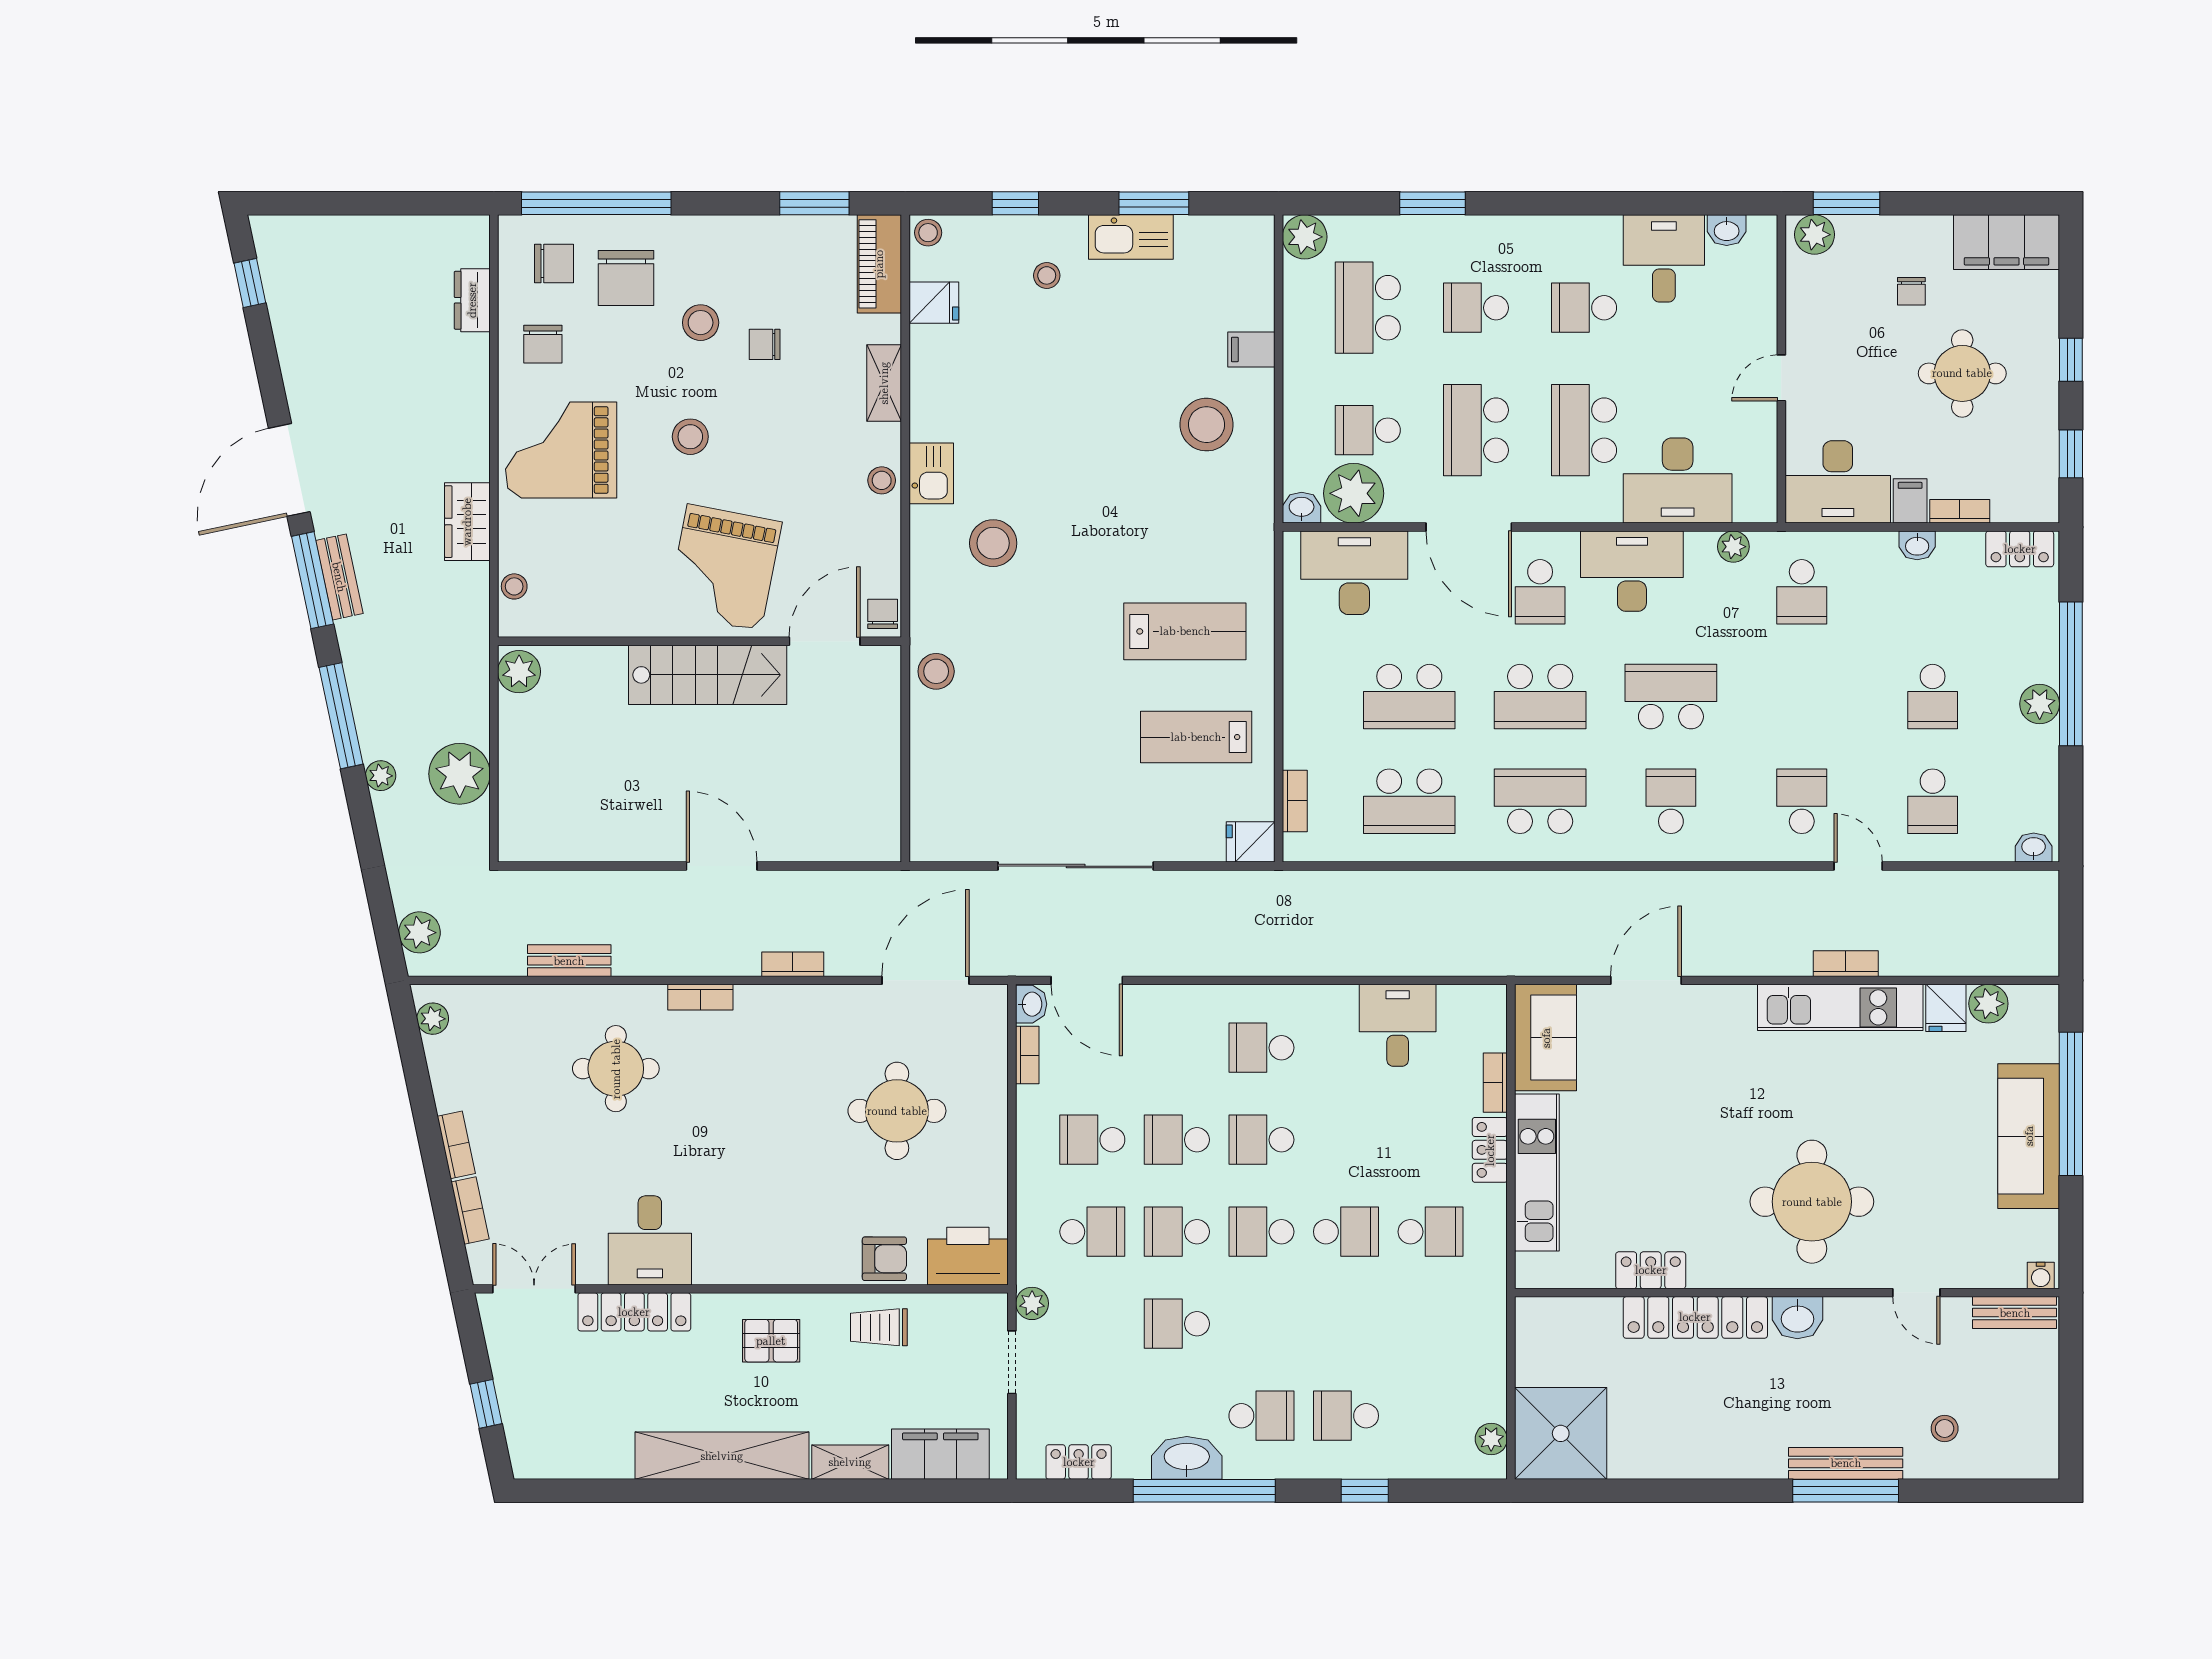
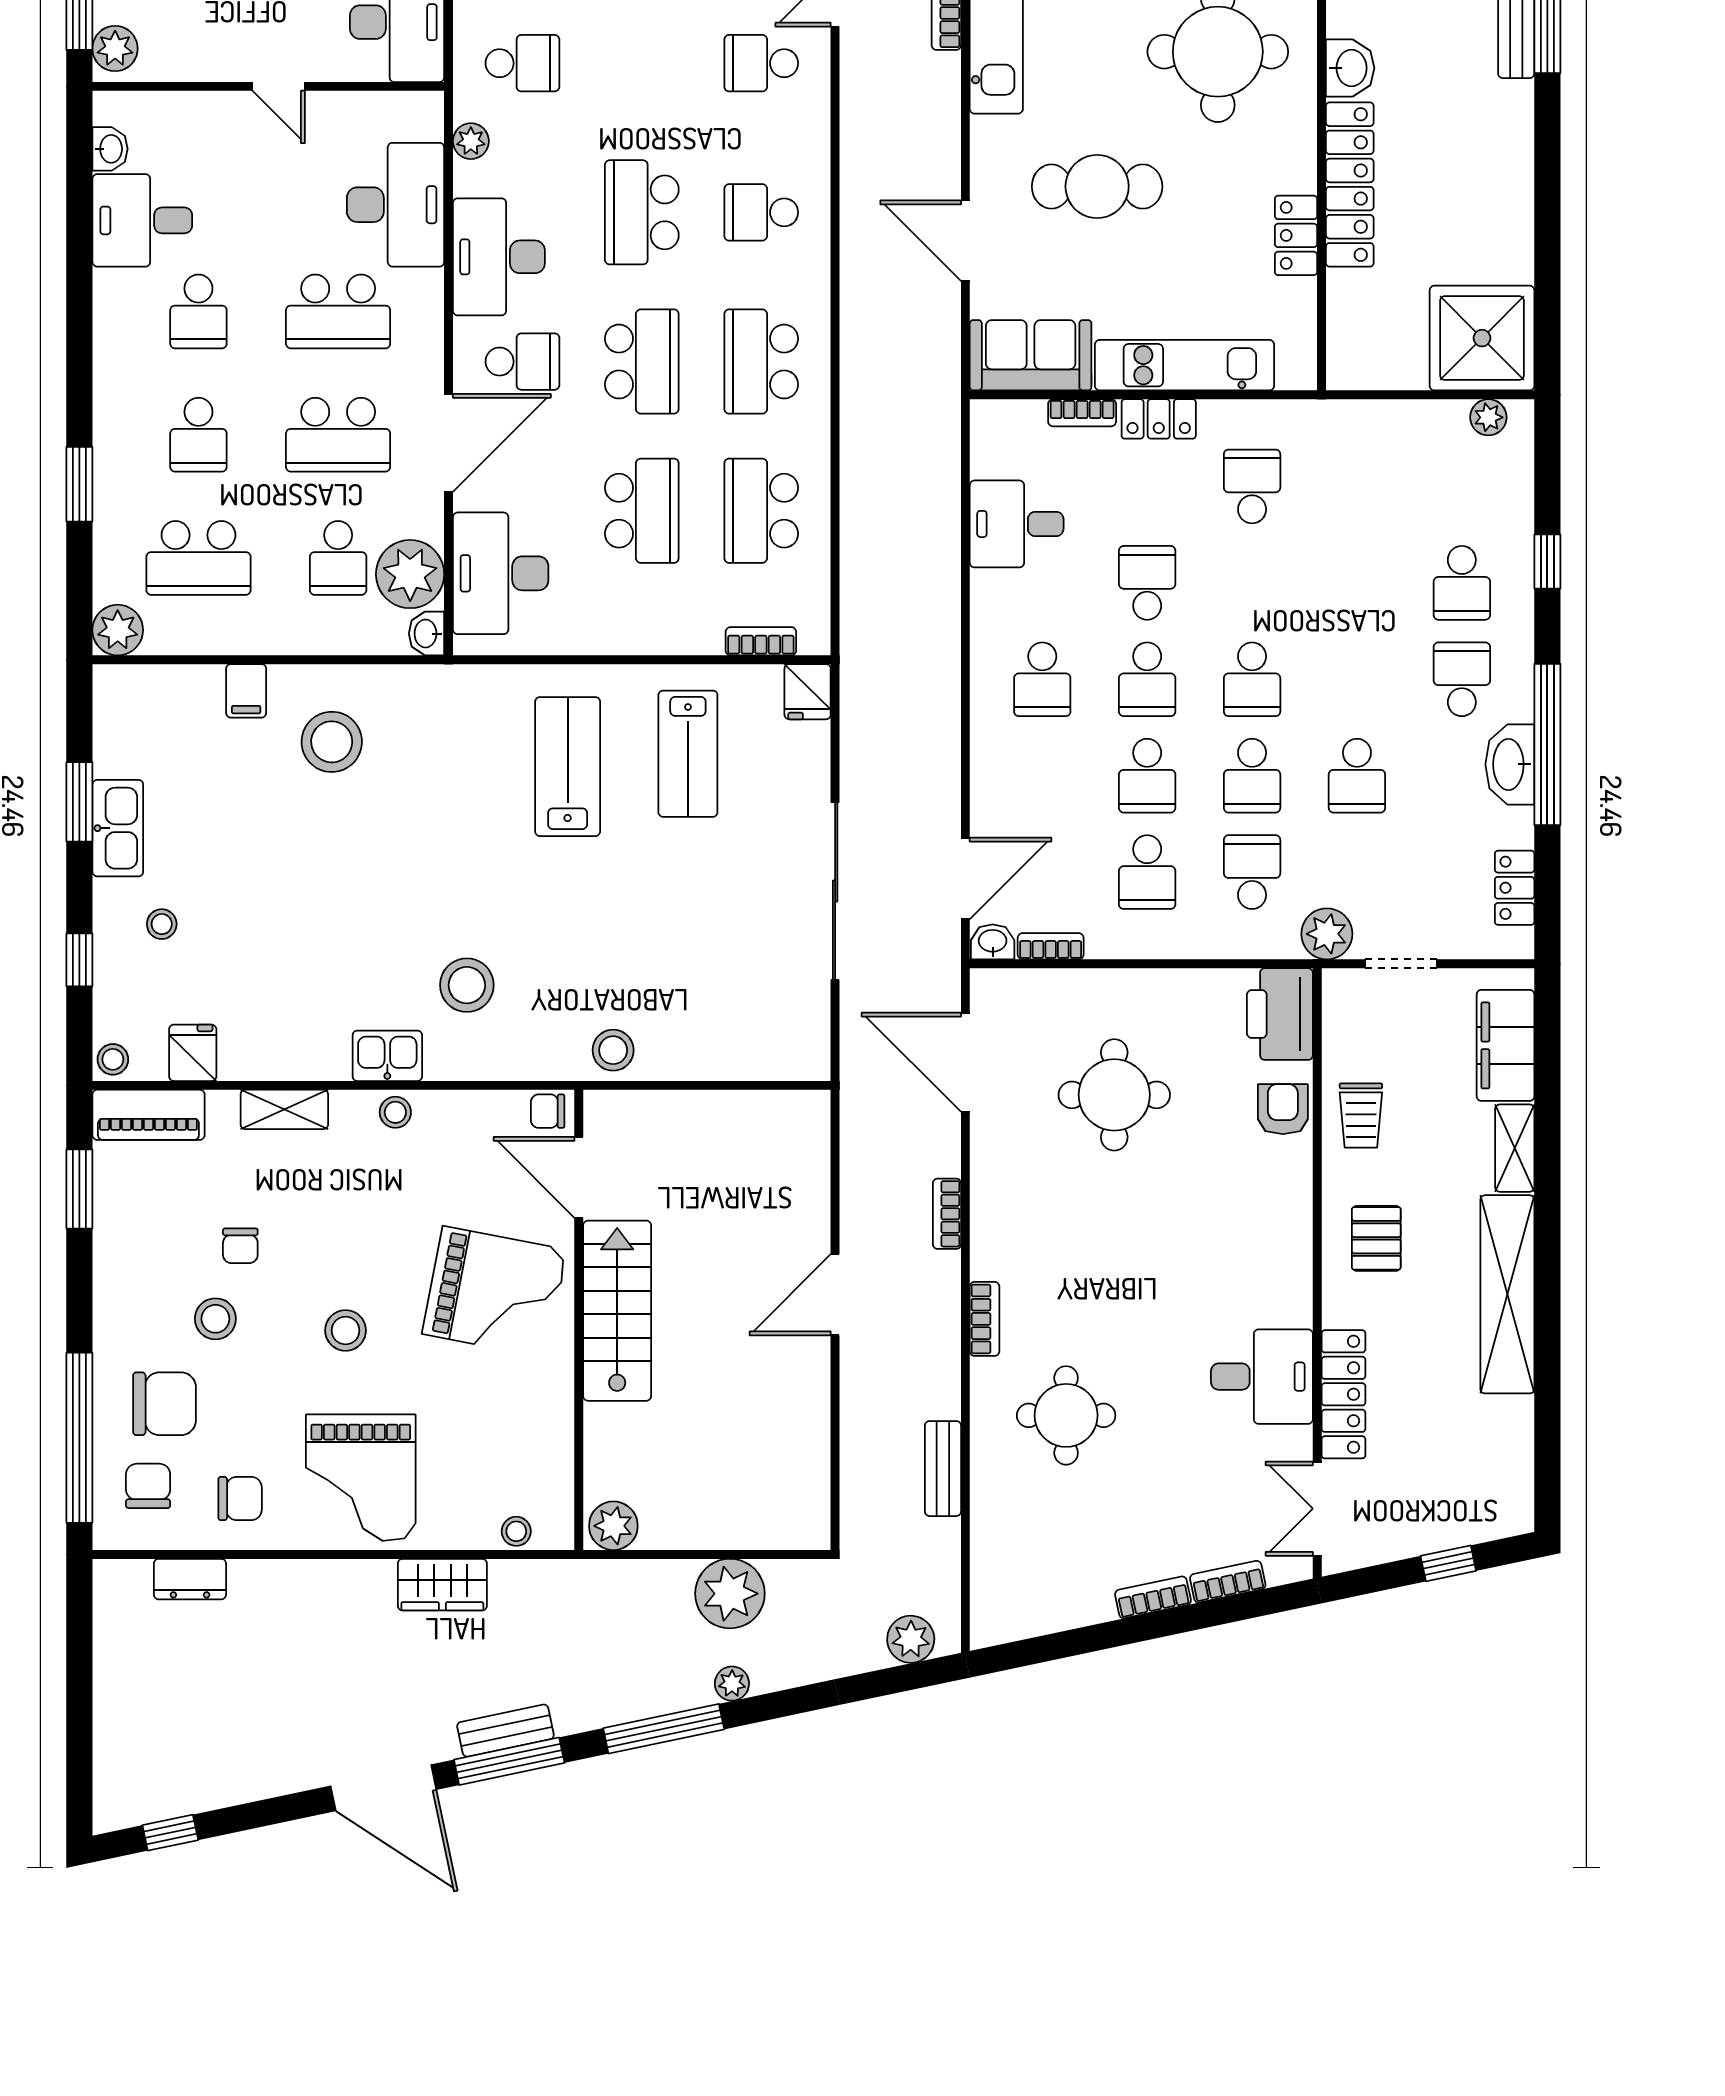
school desk: (1409, 801) -> (761, 511), turned 180
plant: (433, 1019) -> (1009, 1624), removed
cafe table: (1694, 1096) -> (1097, 186), added
school desk: (1346, 1232) -> (1147, 583), moved
plant: (1032, 1303) -> (1327, 934), width x1.38, depth x1.38

